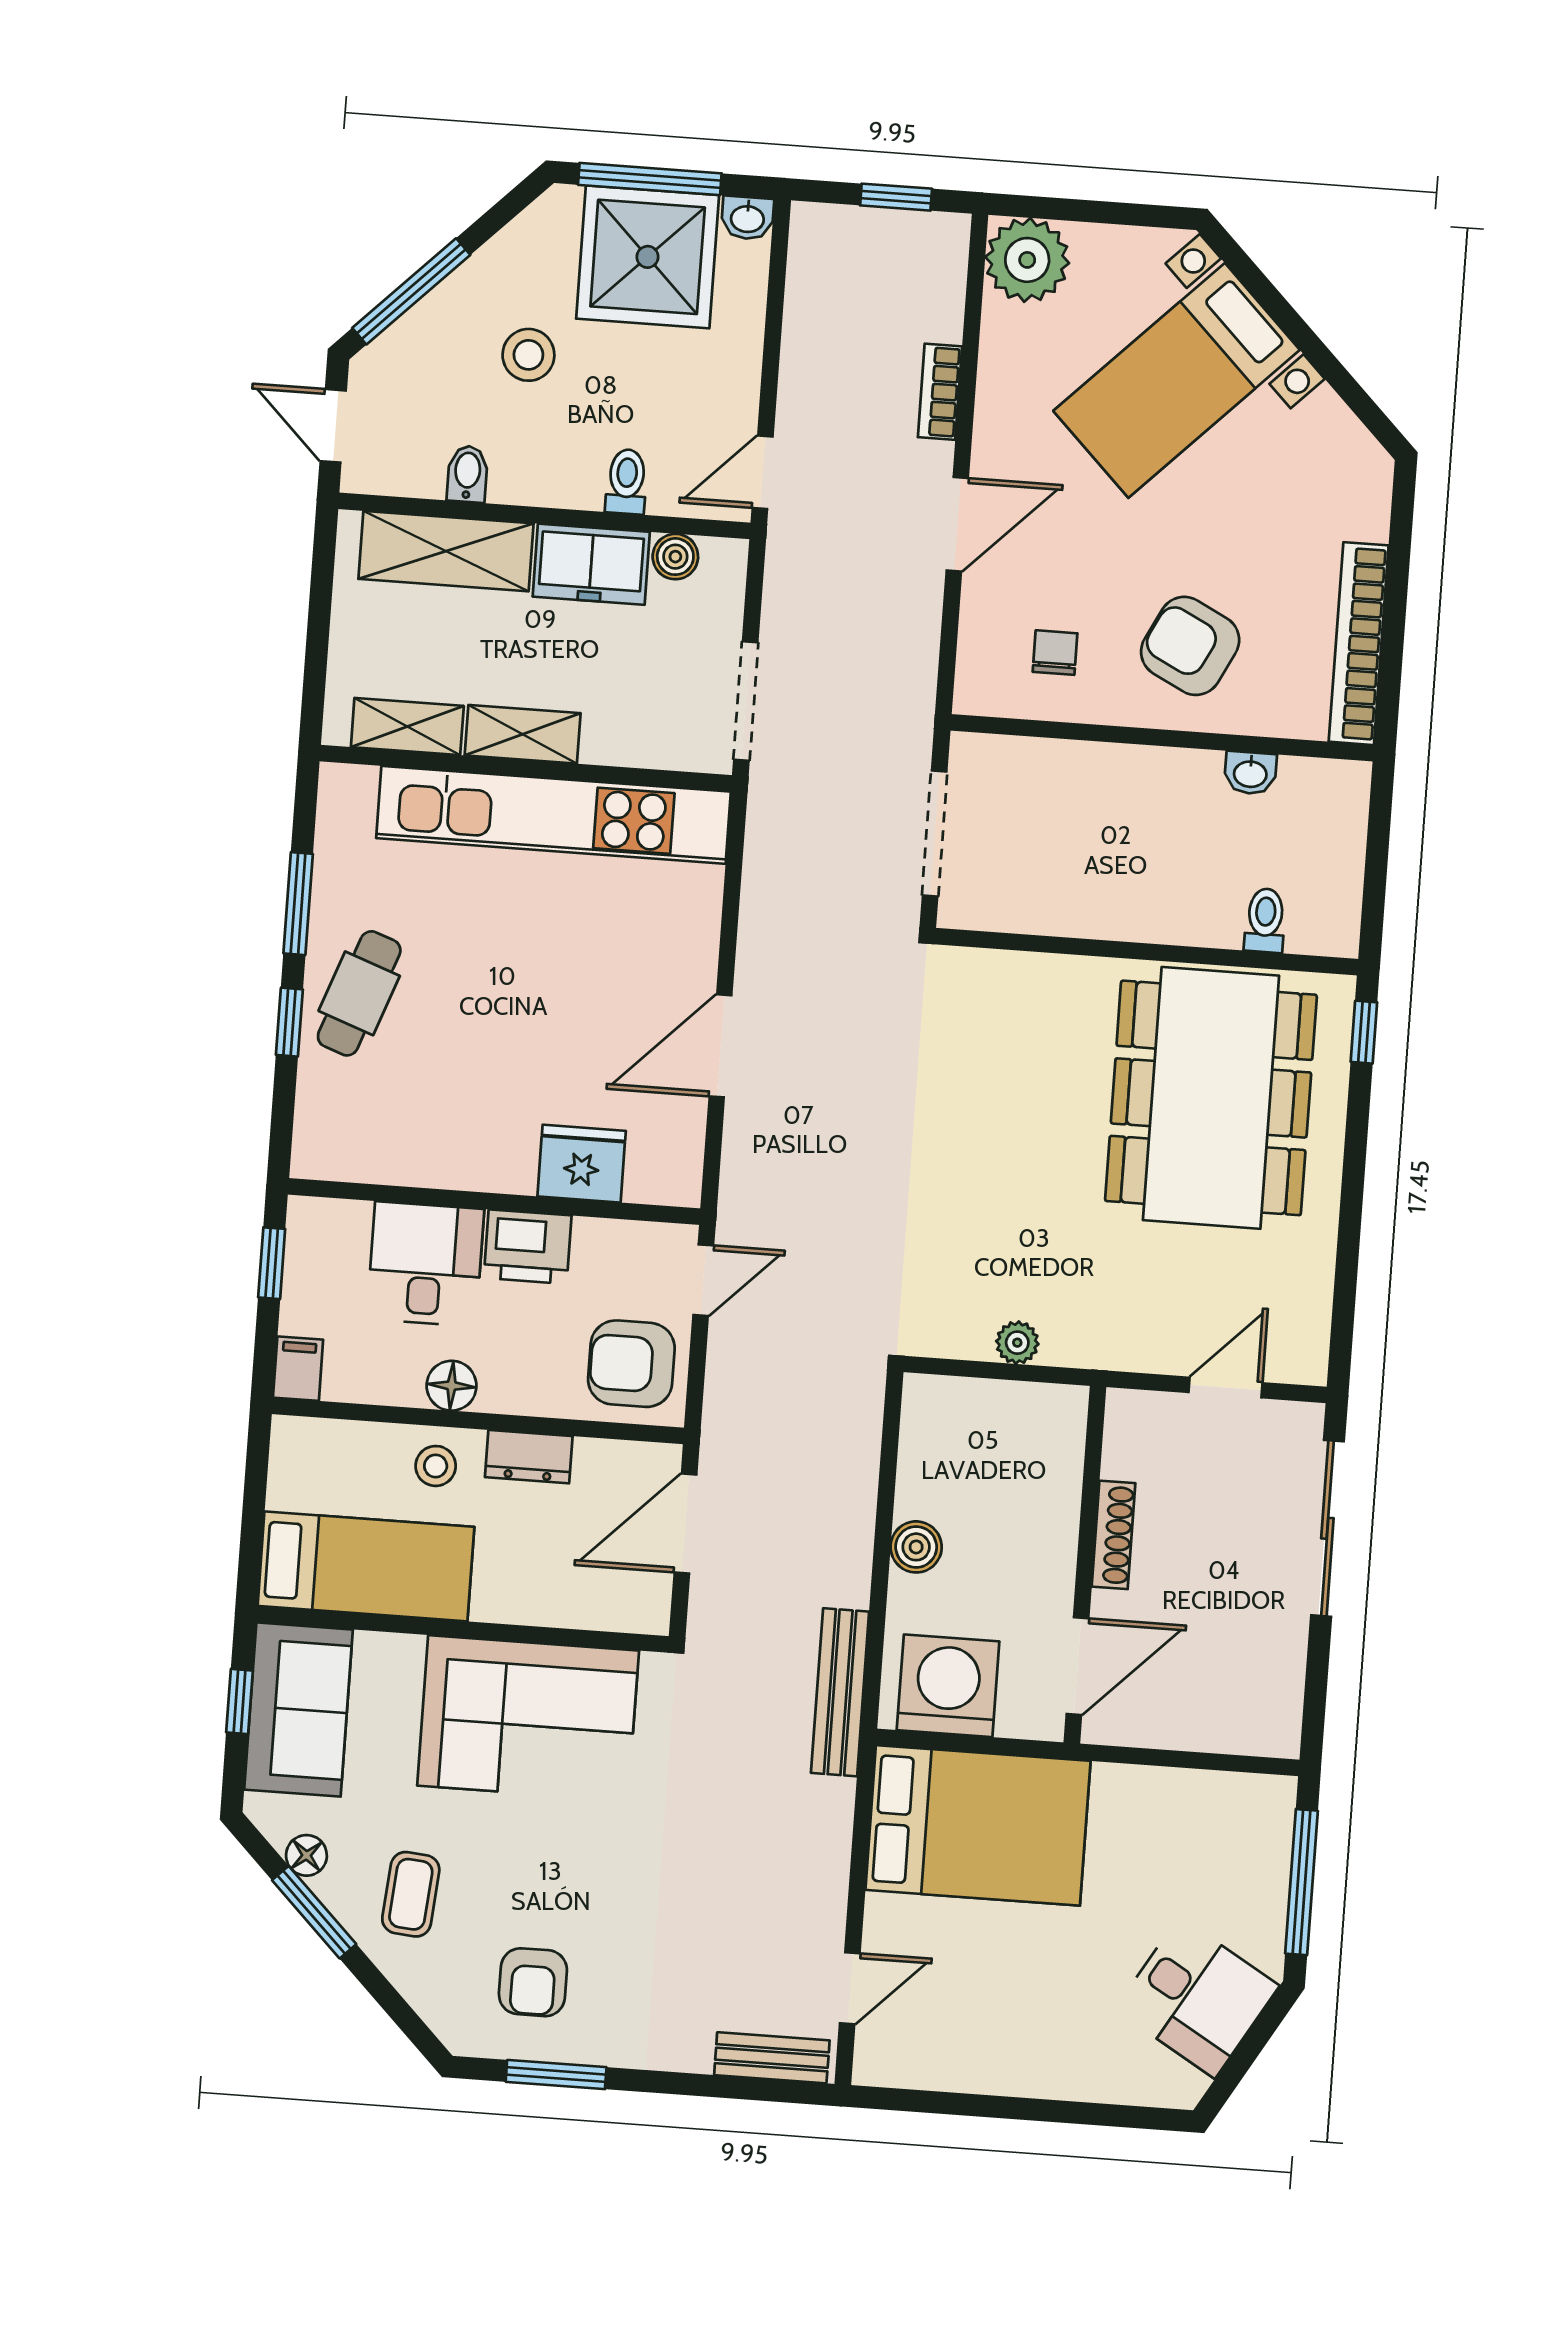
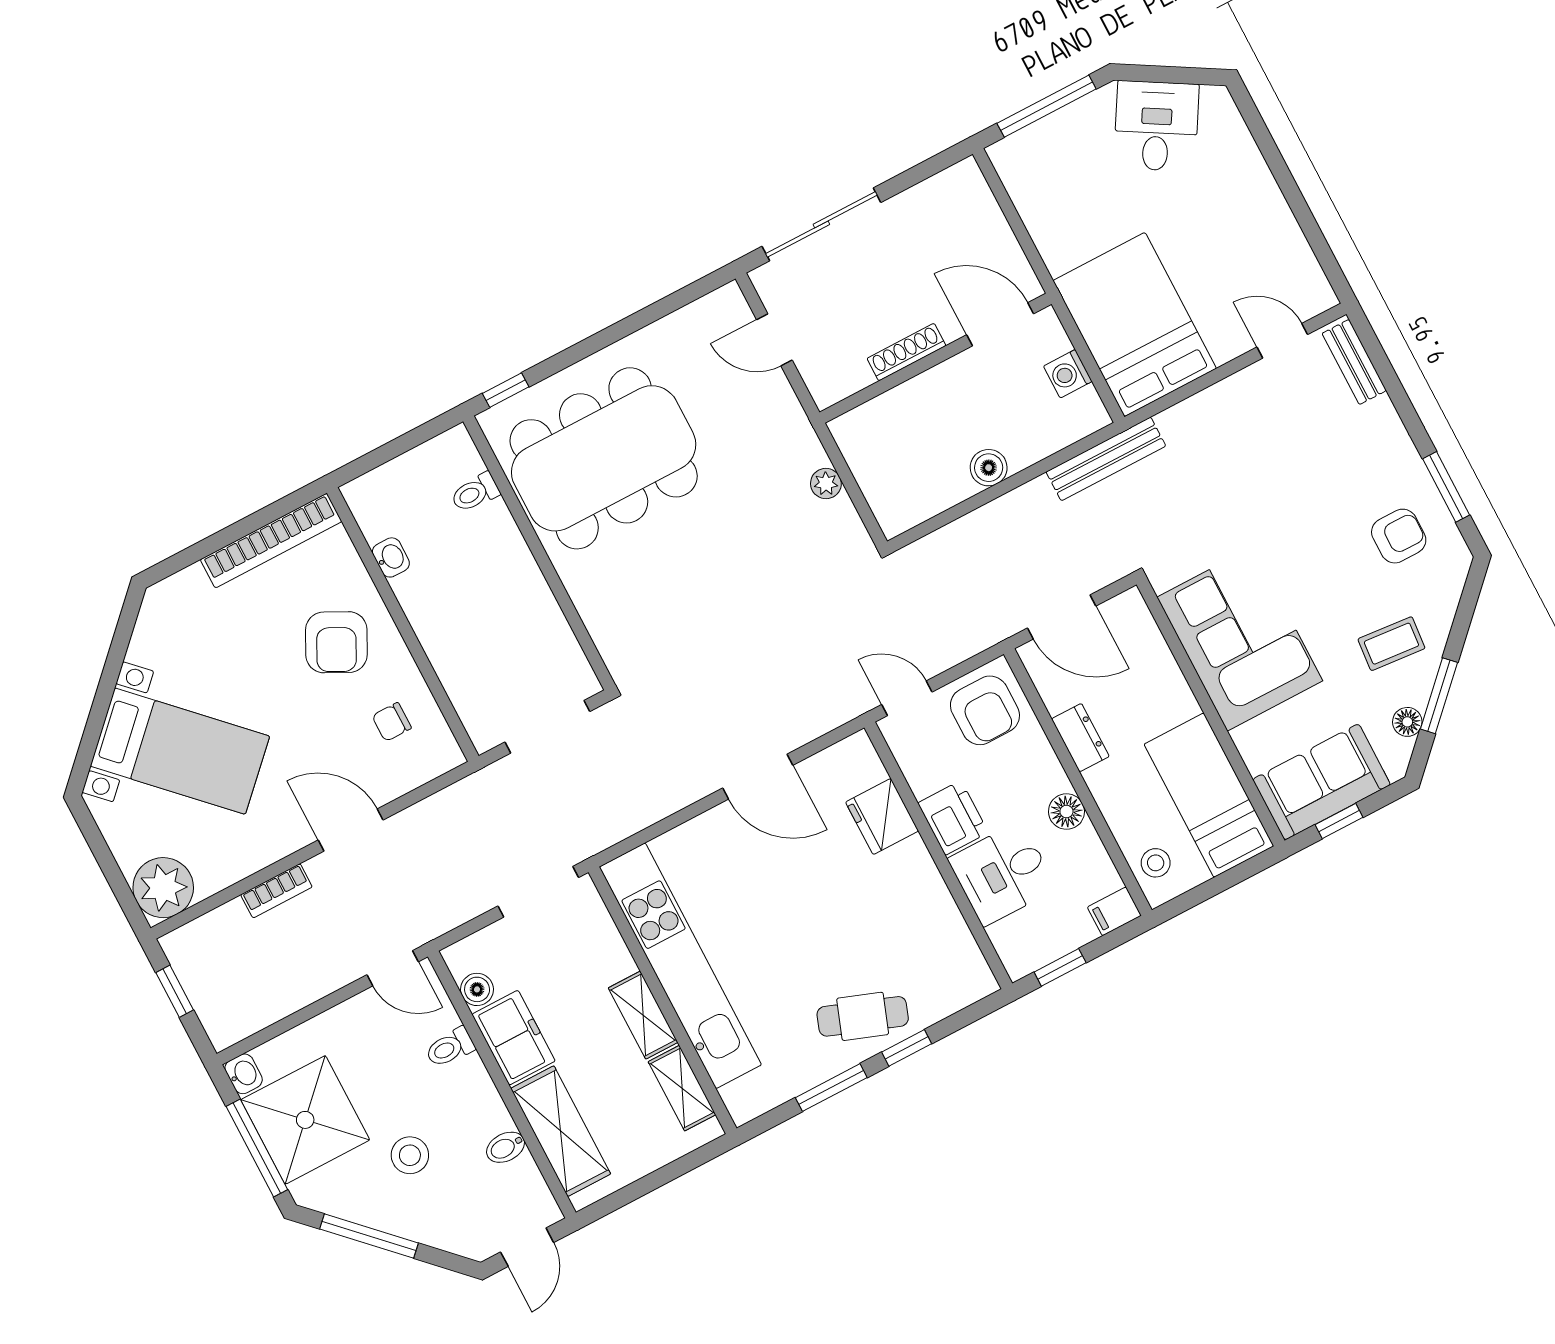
window: (411, 291) -> (369, 1236), moved
stool: (436, 1466) -> (1156, 863), moved
washing machine: (948, 1686) -> (1068, 374), width x0.53, depth x0.53

